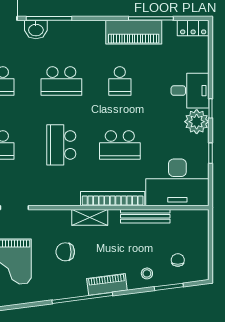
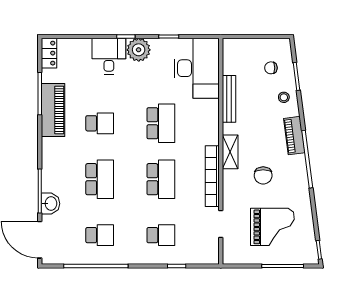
school desk: (61, 145) -> (161, 179), turned -90
bookcase: (113, 199) -> (212, 176), moved

